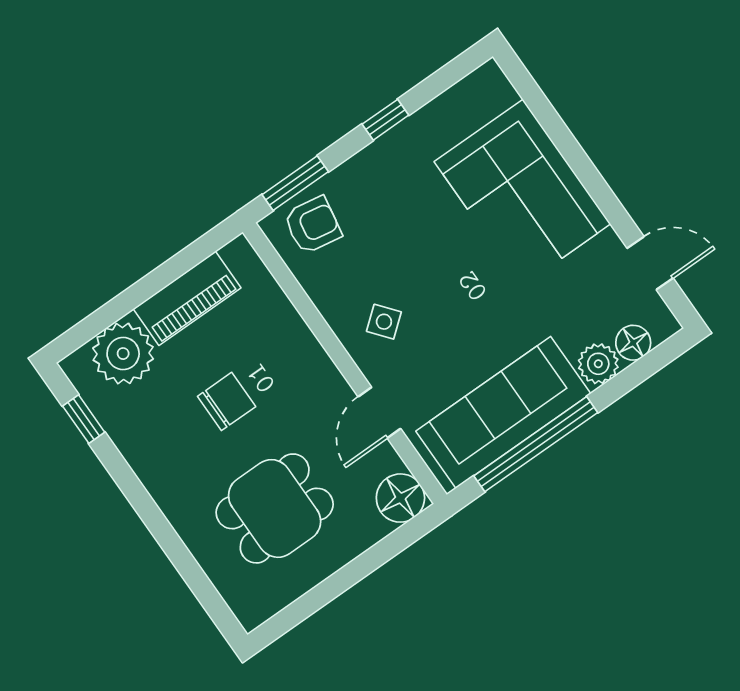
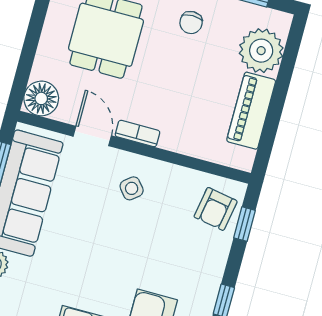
window: (295, 183) -> (244, 224), width x0.67
bookcase: (329, 375) -> (137, 134), added
chair: (227, 401) -> (191, 23), moved, width x0.73, depth x0.73

